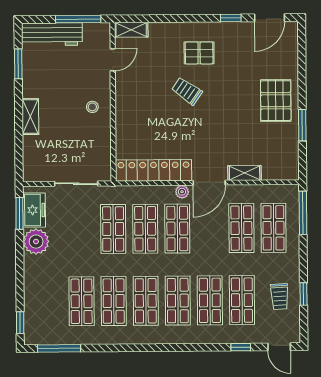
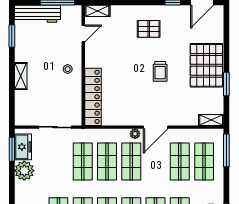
trolley: (187, 91) -> (160, 71), moved, turned -125
pallet: (276, 101) -> (206, 65), width x1.37, depth x1.41
locker: (154, 170) -> (93, 97), moved, turned 90
shelving: (245, 173) -> (211, 120), moved

